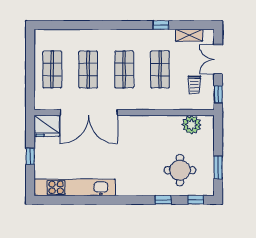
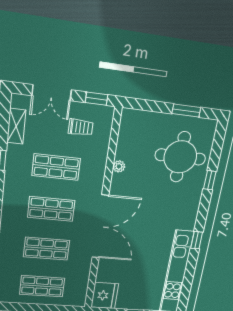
double door: (89, 112) -> (100, 227), moved
plant: (192, 125) -> (119, 166), moved, width x0.53, depth x0.53
round table: (180, 170) -> (180, 157), width x1.36, depth x1.36
window: (196, 200) -> (197, 240), moved

